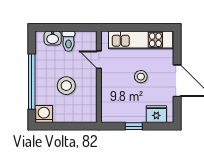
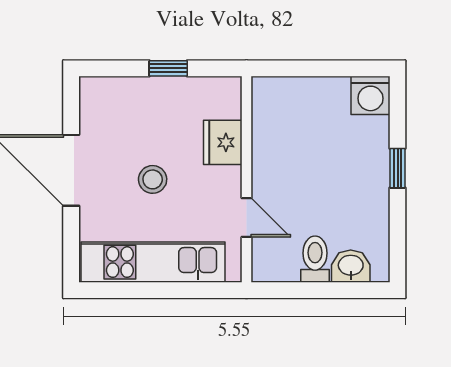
window: (32, 82) -> (398, 168), width x0.32
stool: (66, 86) -> (320, 159), removed
fridge: (156, 114) -> (223, 142), moved, turned 90

